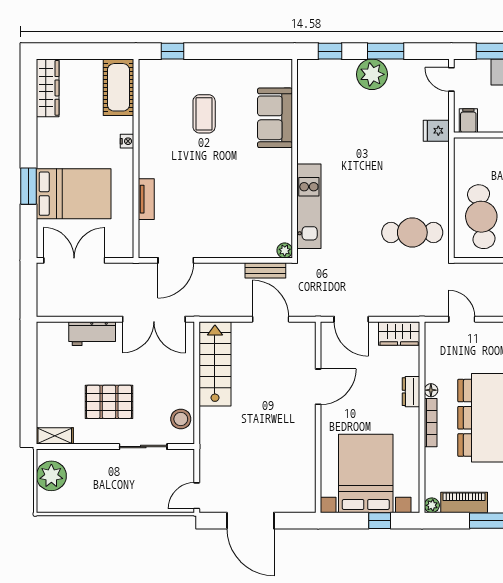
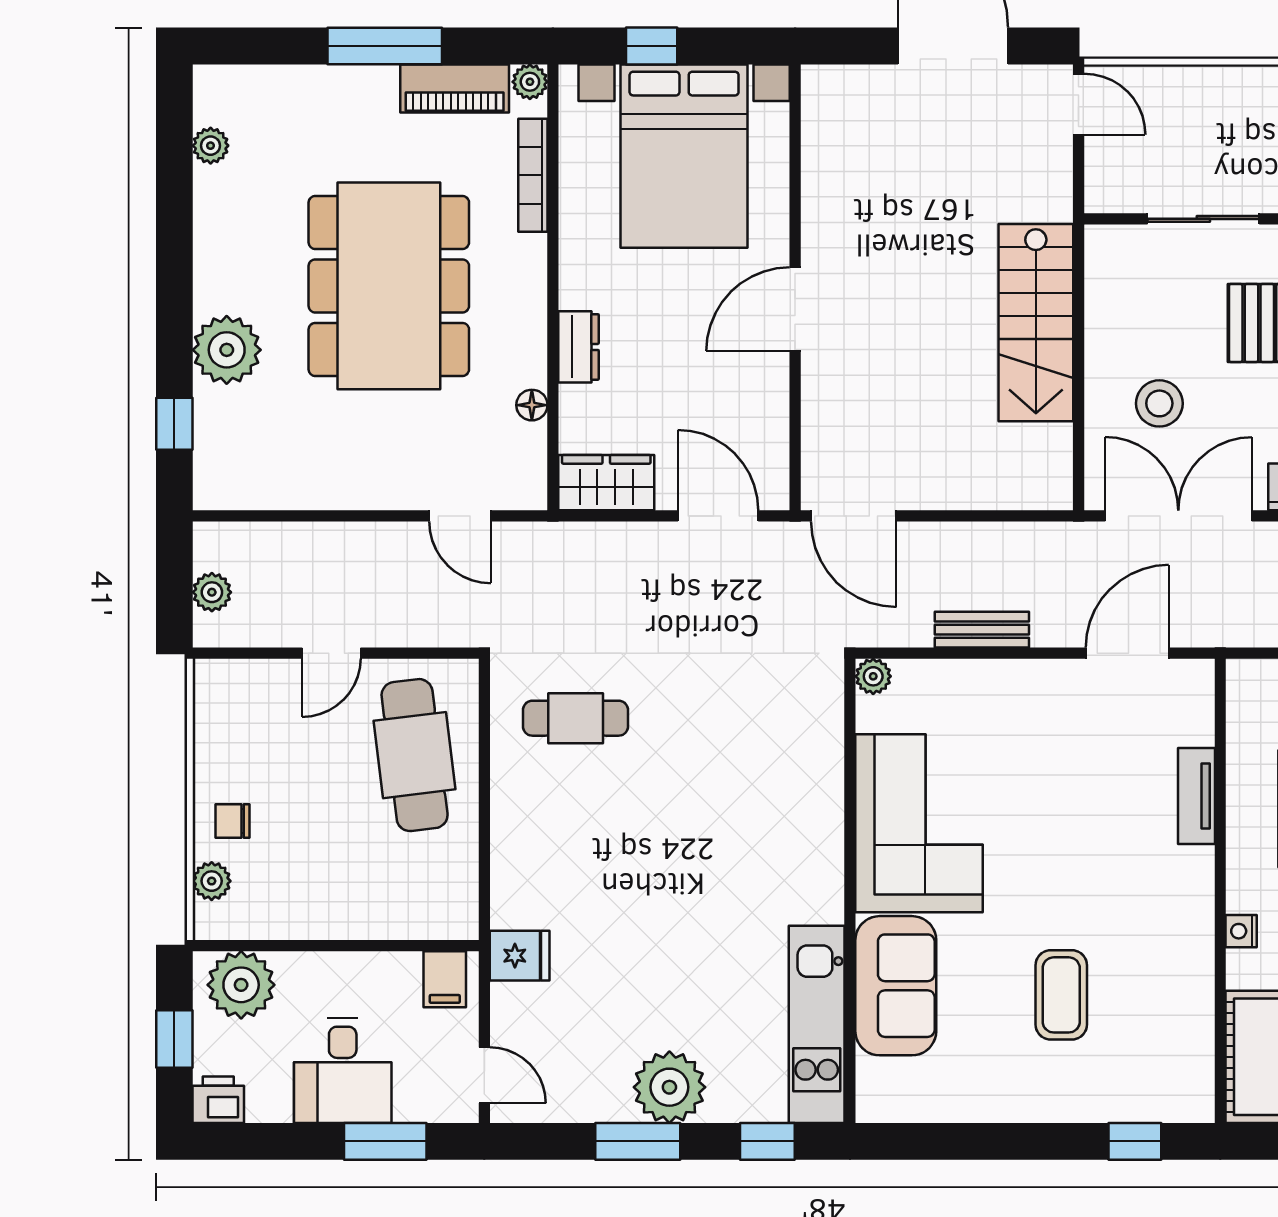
corner sofa: (265, 187) -> (919, 823), added
kitchen unit: (309, 206) -> (817, 1024), moved
cafe table: (412, 232) -> (576, 718), width x0.73, depth x0.74
bench: (265, 270) -> (982, 630), moved
door: (271, 319) -> (854, 516), moved
stairs: (215, 364) -> (1036, 323), moved
door: (318, 387) -> (795, 309), moved
floor lamp: (431, 390) -> (532, 405), moved
stool: (181, 419) -> (1159, 403), moved
bookcase: (431, 423) -> (533, 175), moved
door: (197, 496) -> (1079, 104), hinge flipped

